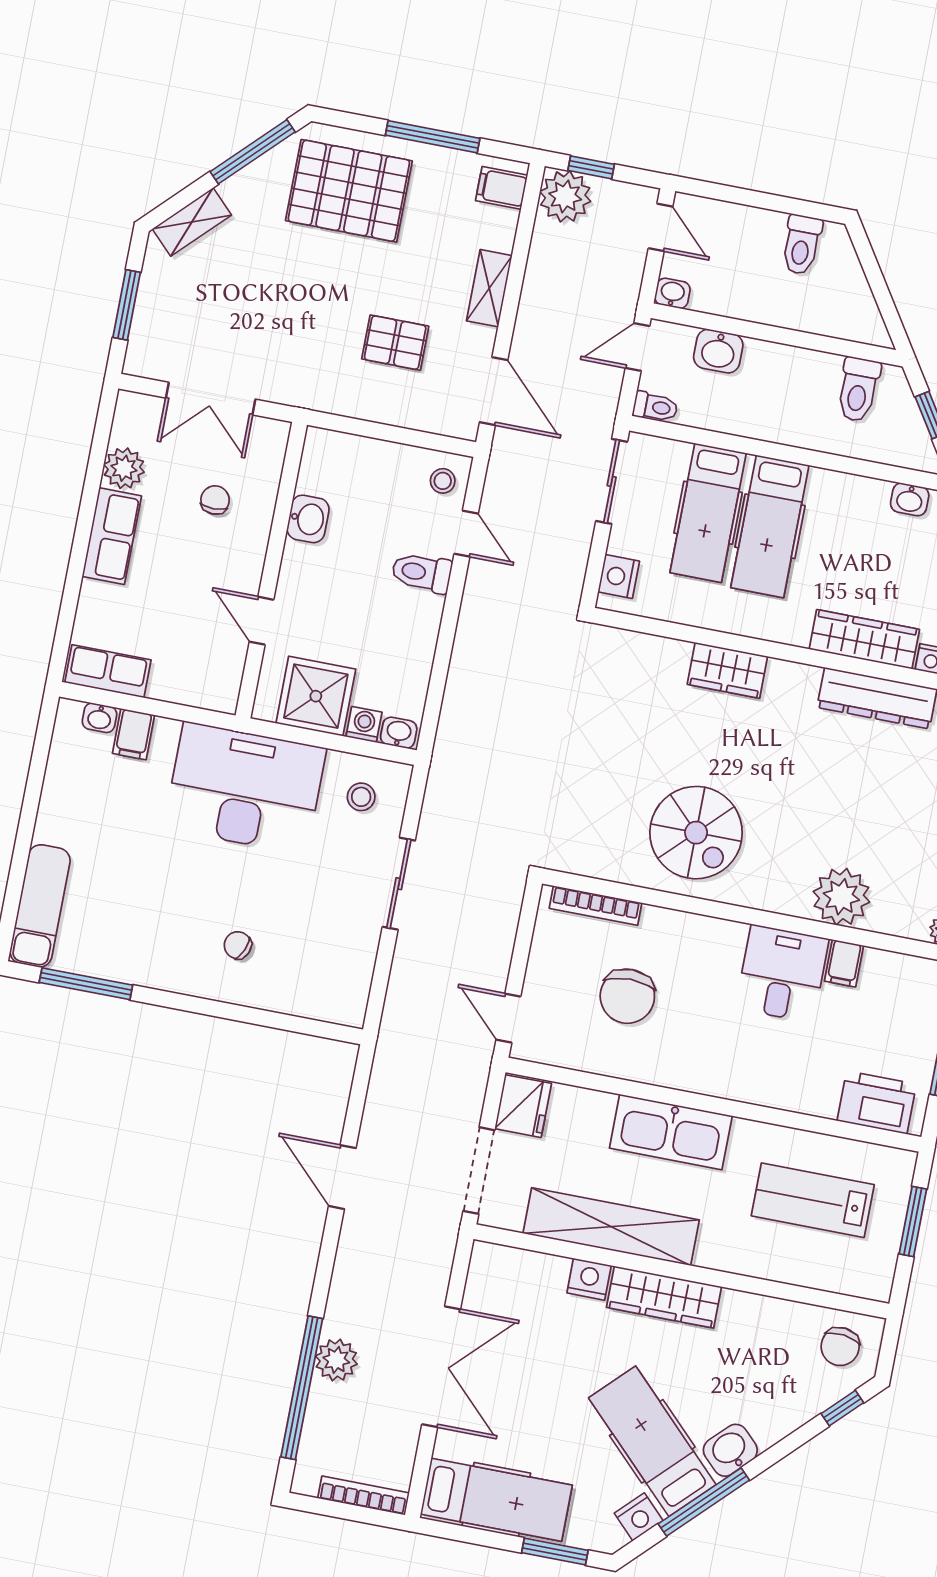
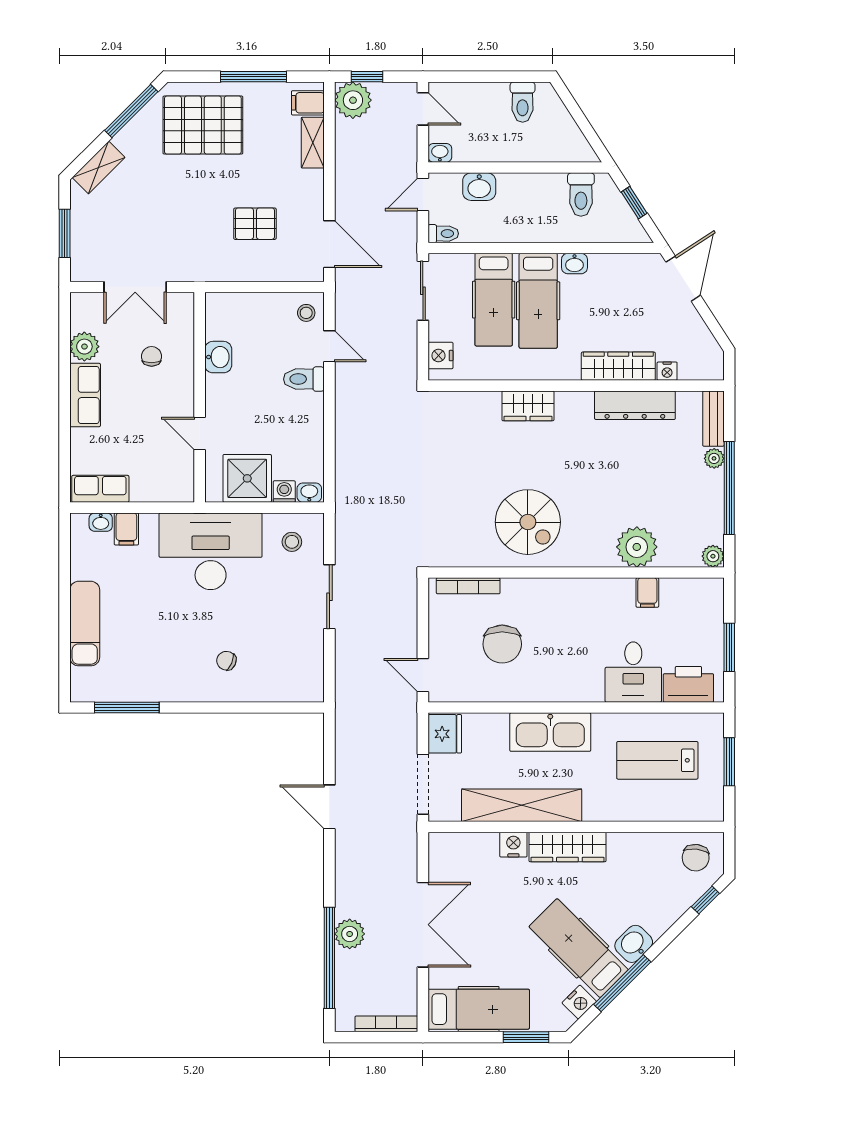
shelving: (489, 288) -> (313, 143), moved
washbasin: (910, 499) -> (574, 264), moved
exam couch: (40, 906) -> (85, 624), moved
desk: (782, 974) -> (633, 672), moved, turned 180

